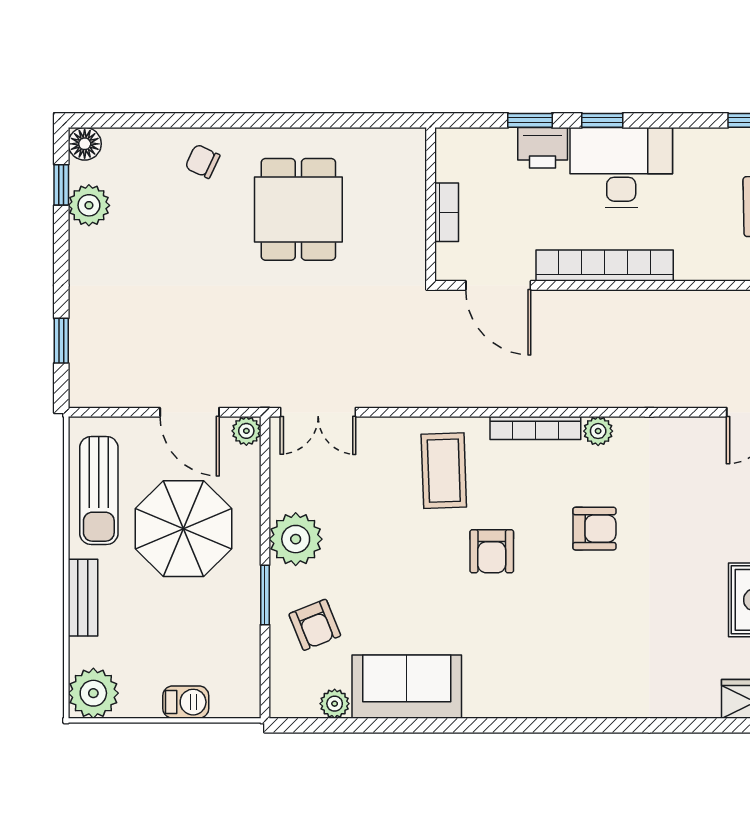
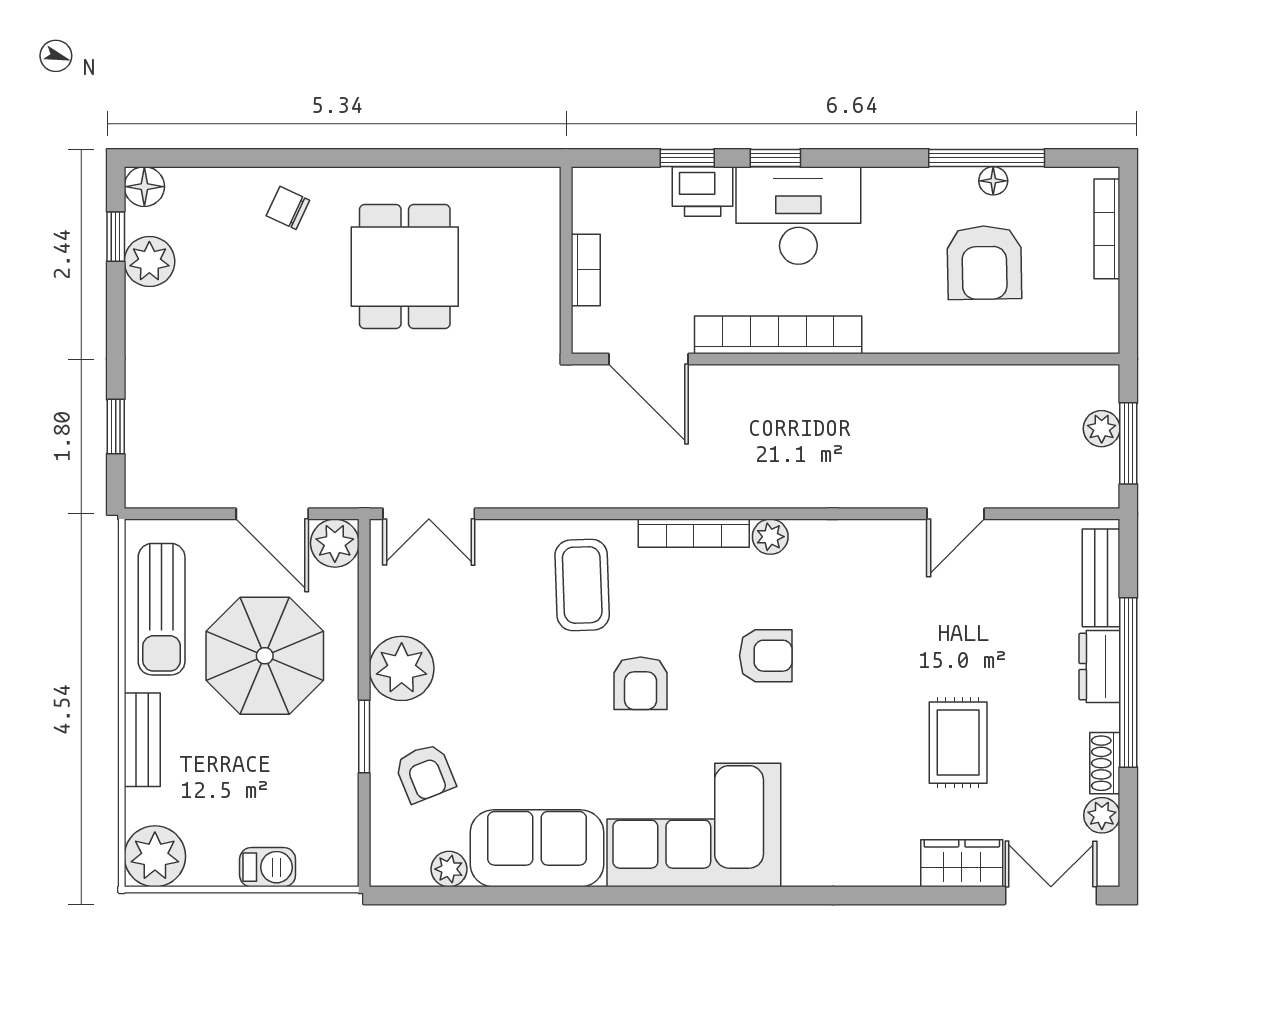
plant: (246, 431) -> (335, 543), width x1.38, depth x1.38
corner sofa: (536, 667) -> (694, 825), added

